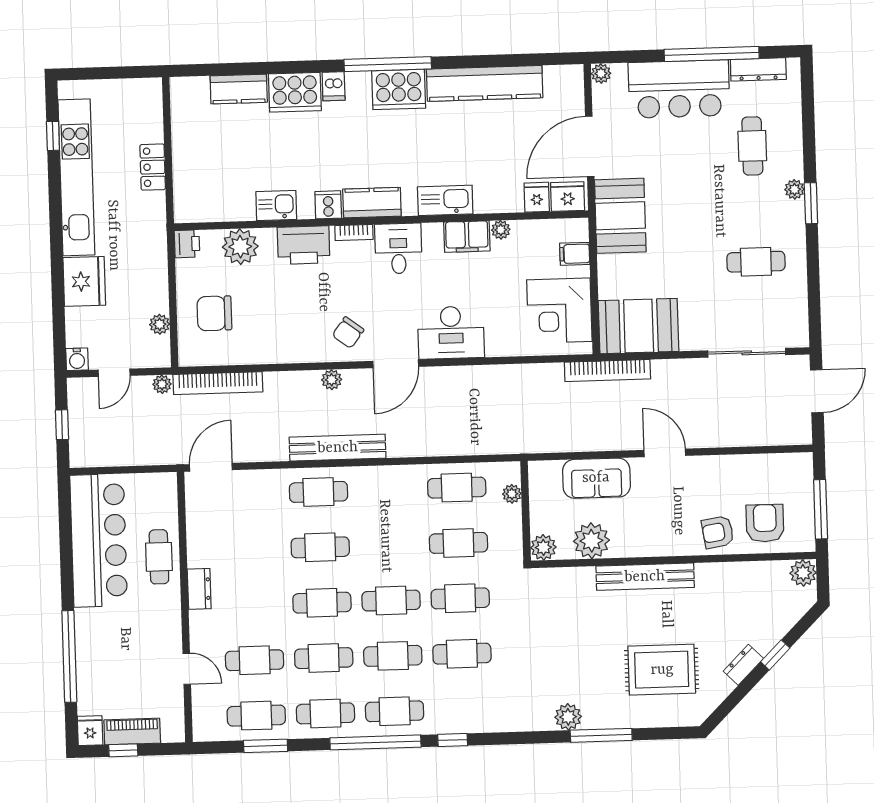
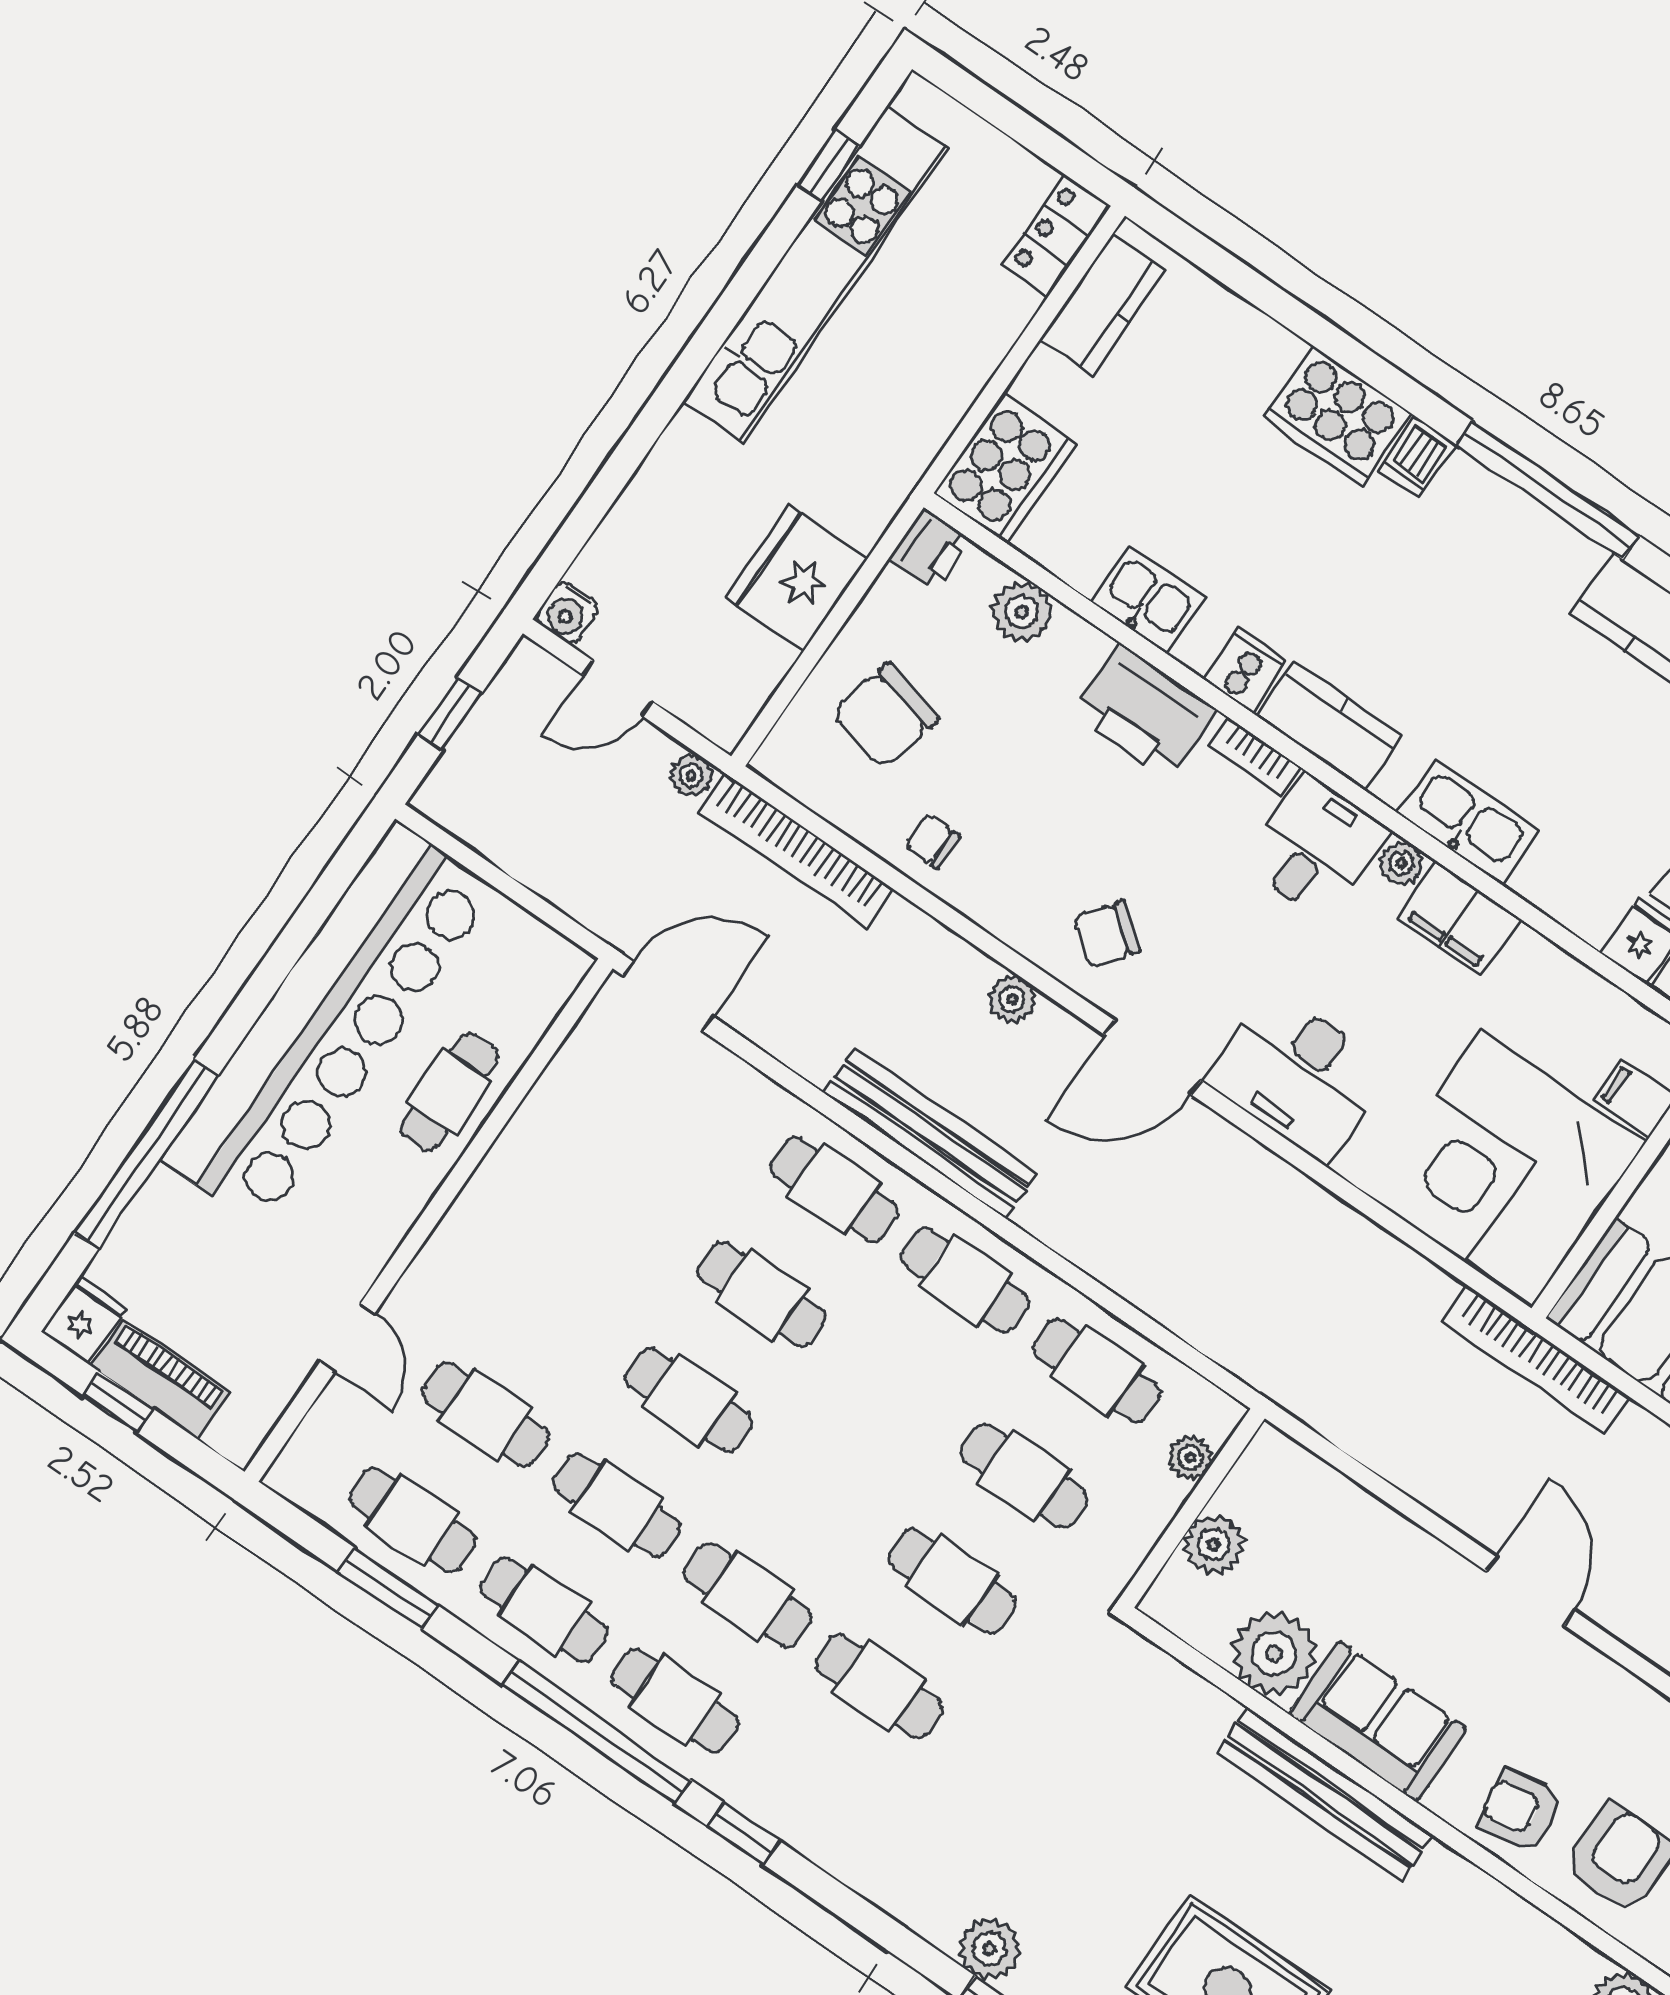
kitchen counter: (239, 89) -> (1103, 305), moved, turned -90
cooker: (399, 89) -> (1005, 469), moved, turned -90
locker: (153, 167) -> (1056, 236), moved
plant: (501, 230) -> (1401, 863), moved
plant: (240, 247) -> (1022, 612), width x0.73, depth x0.73
fridge: (84, 281) -> (797, 578), moved, turned 180
corner desk: (559, 311) -> (1508, 1168), width x1.36, depth x1.36
chair: (214, 313) -> (885, 716), turned -76
plant: (160, 324) -> (769, 661), removed
chair: (263, 345) -> (932, 841), added
sofa: (596, 478) -> (1378, 1721), moved, turned 180
bar counter: (99, 540) -> (328, 1024), width x1.36
plant: (543, 547) -> (1214, 1545), moved
dresser: (199, 589) -> (480, 1206), removed
cafe table: (391, 601) -> (965, 1280), moved

